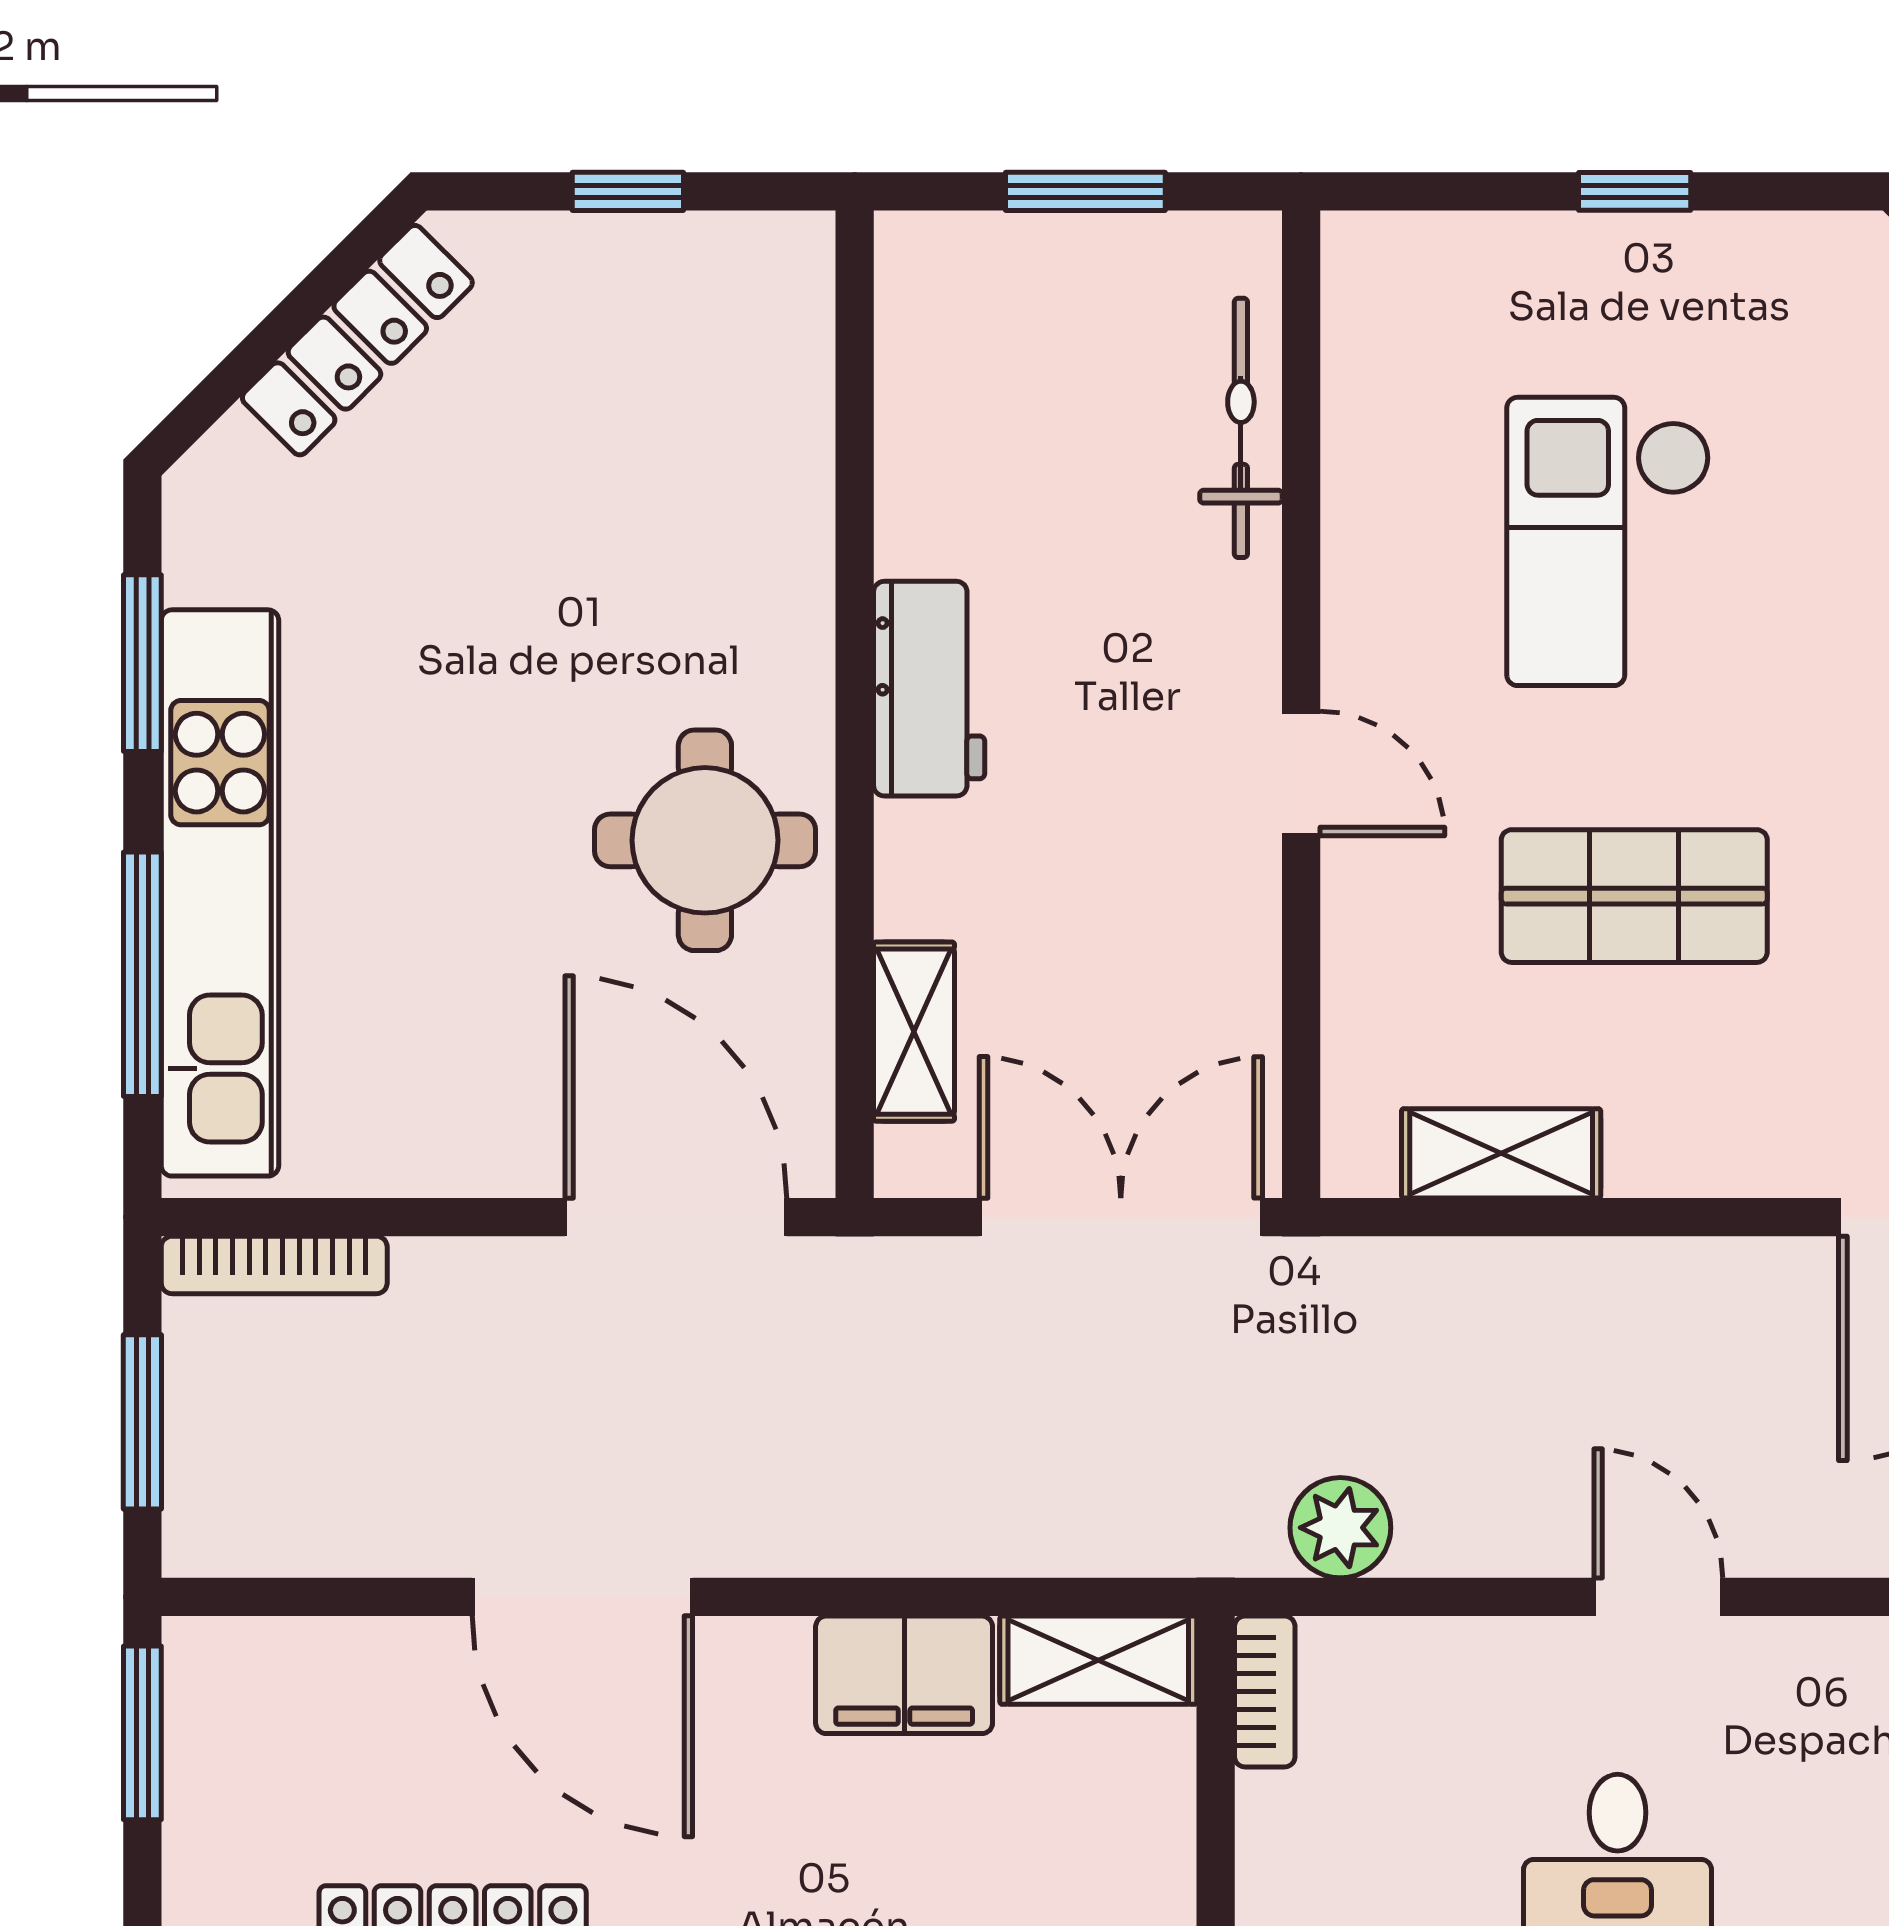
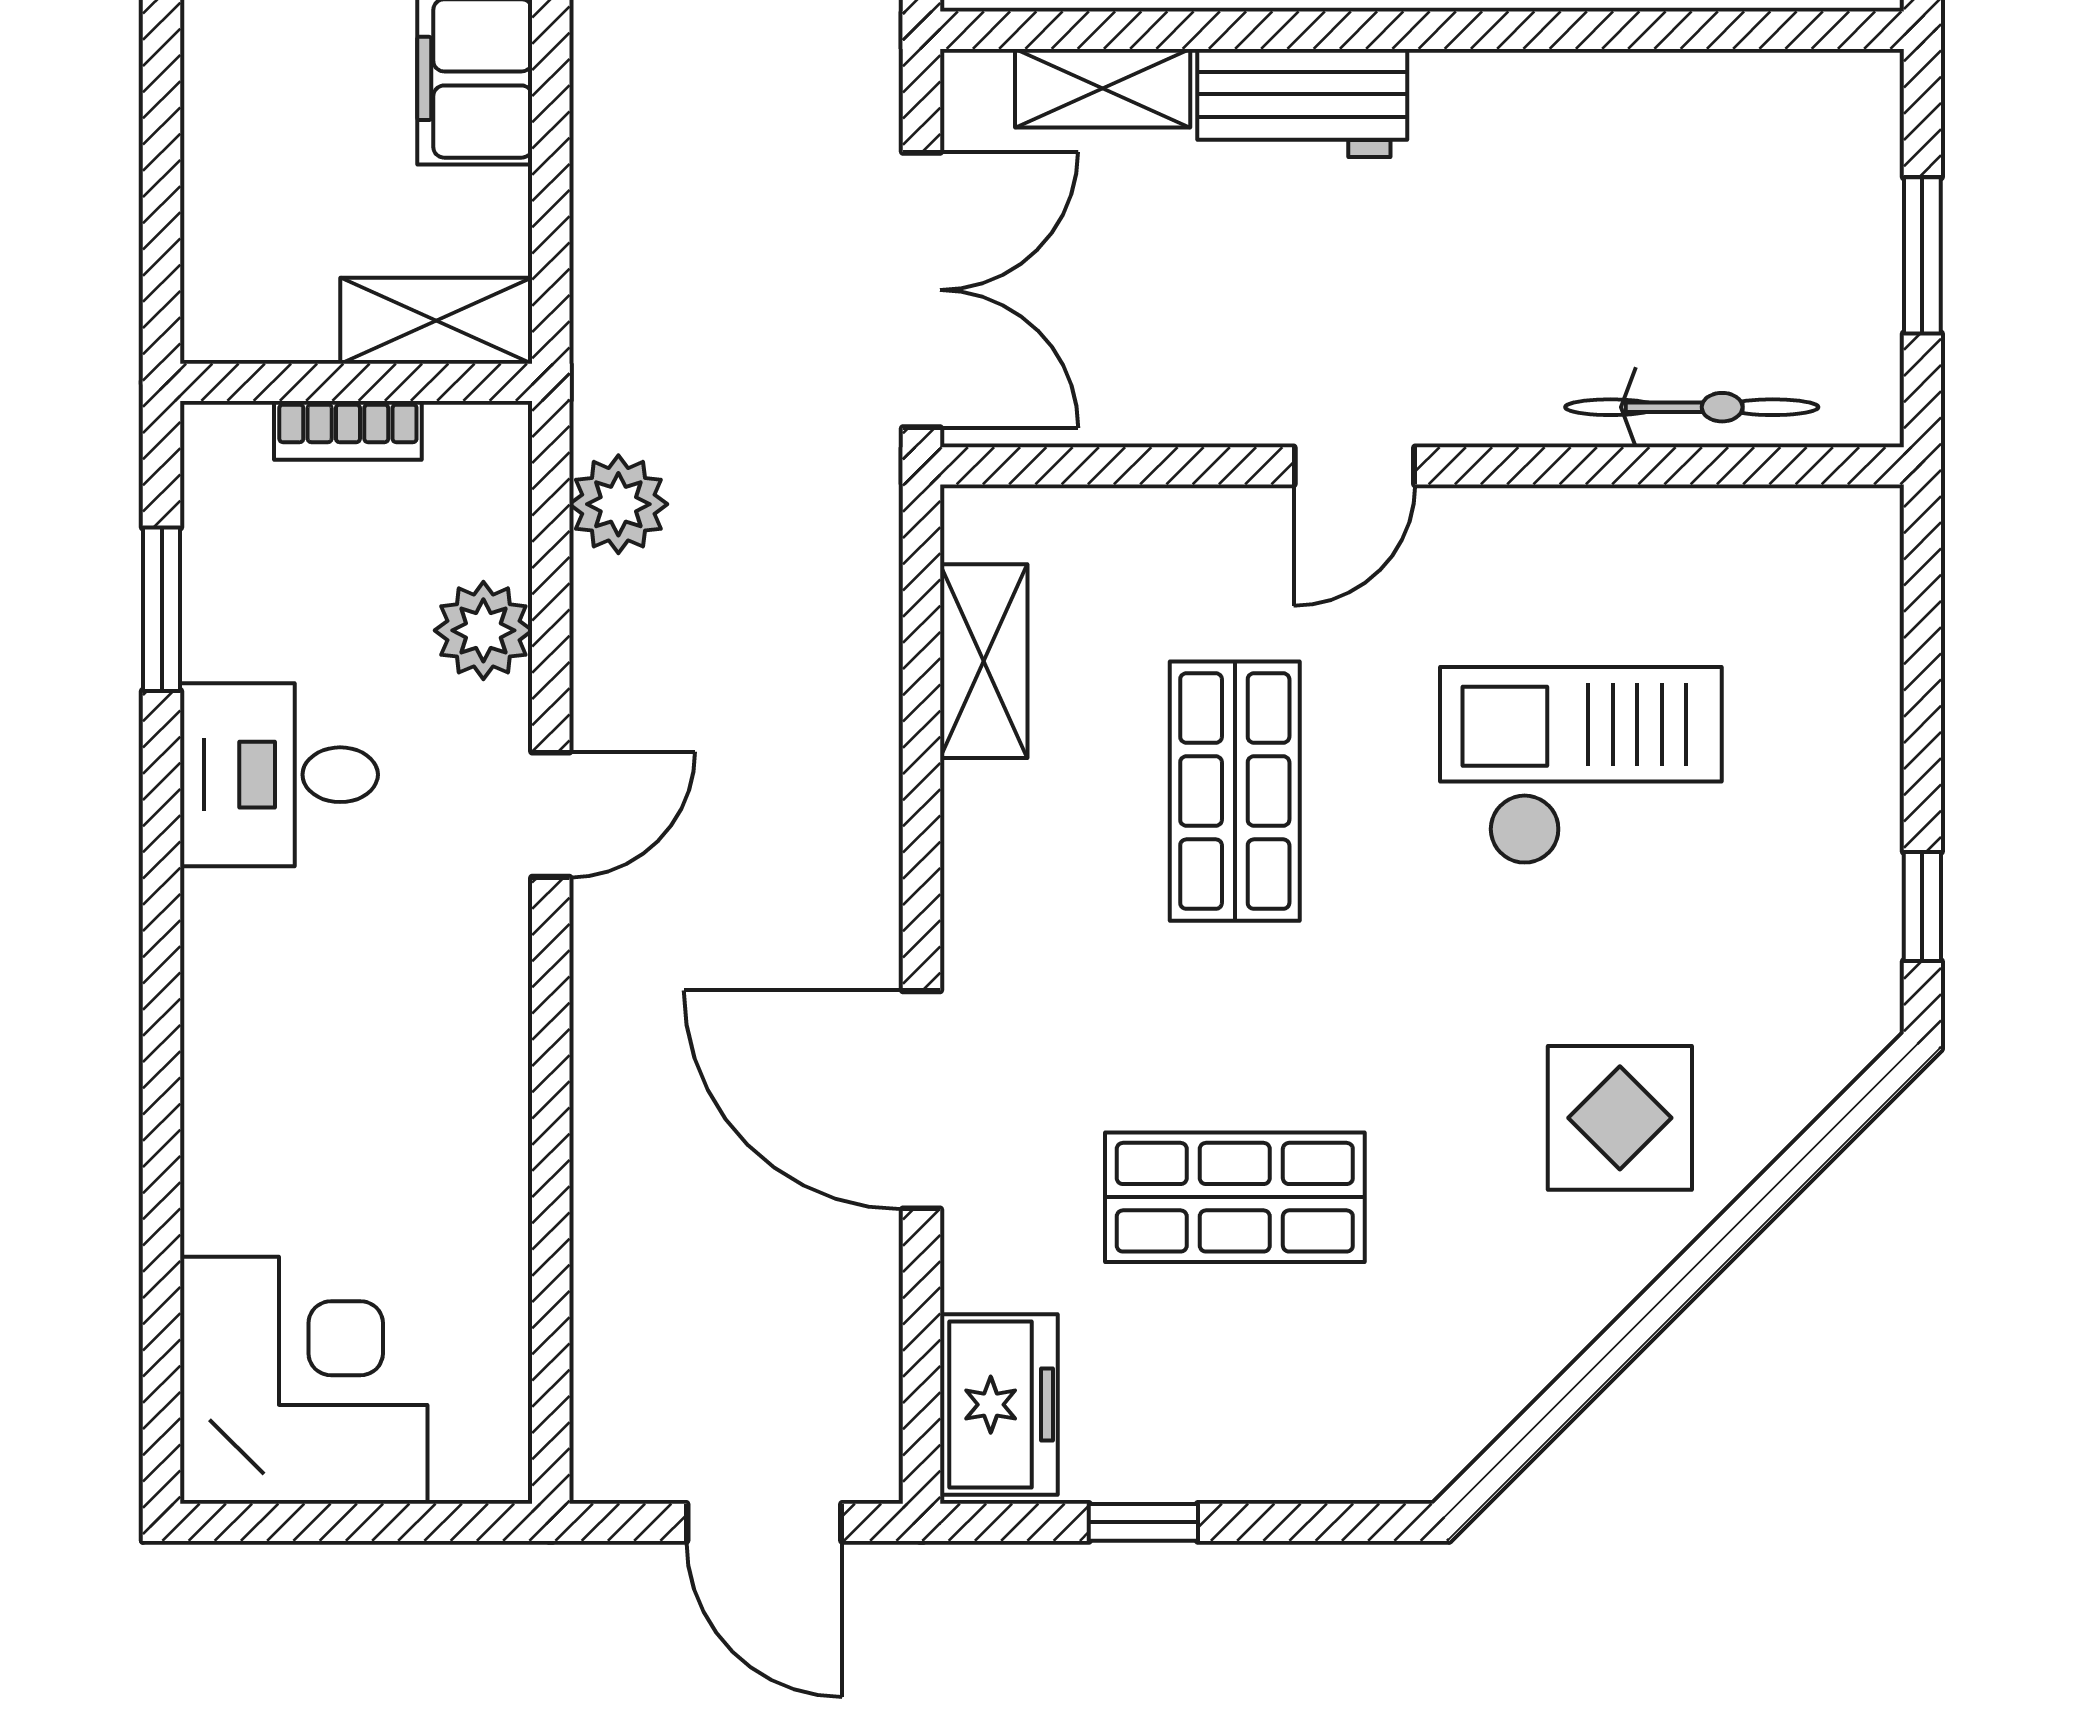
window: (1635, 191) -> (1922, 907), moved
workbench: (929, 689) -> (1302, 103), moved
shelving: (1098, 1660) -> (436, 321), moved, turned 90
plant: (1470, 1666) -> (483, 630), added
bookcase: (1265, 1692) -> (348, 430), moved

